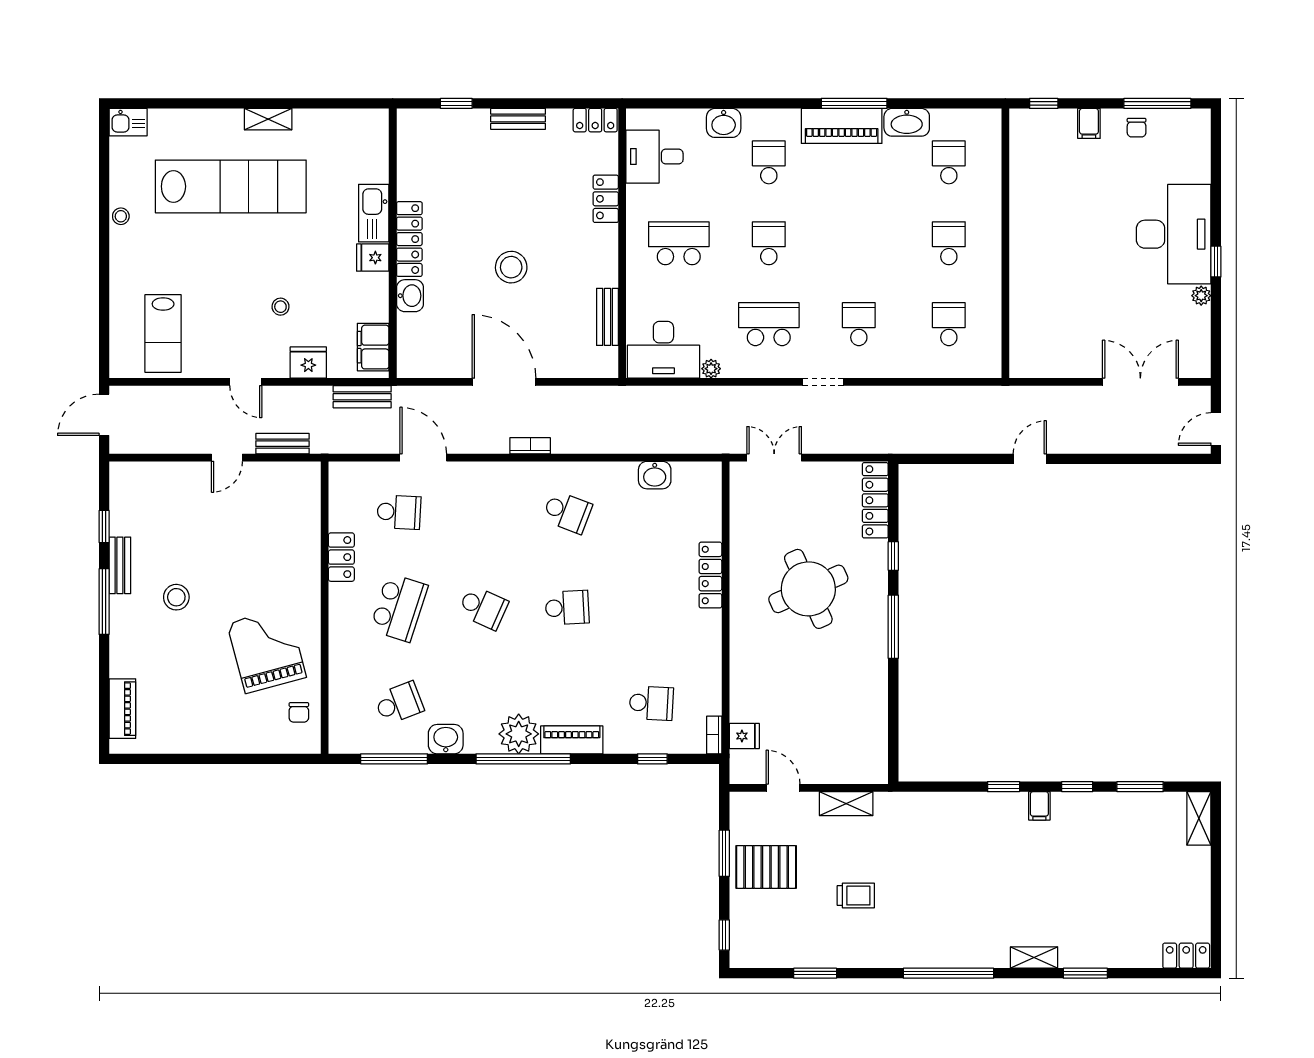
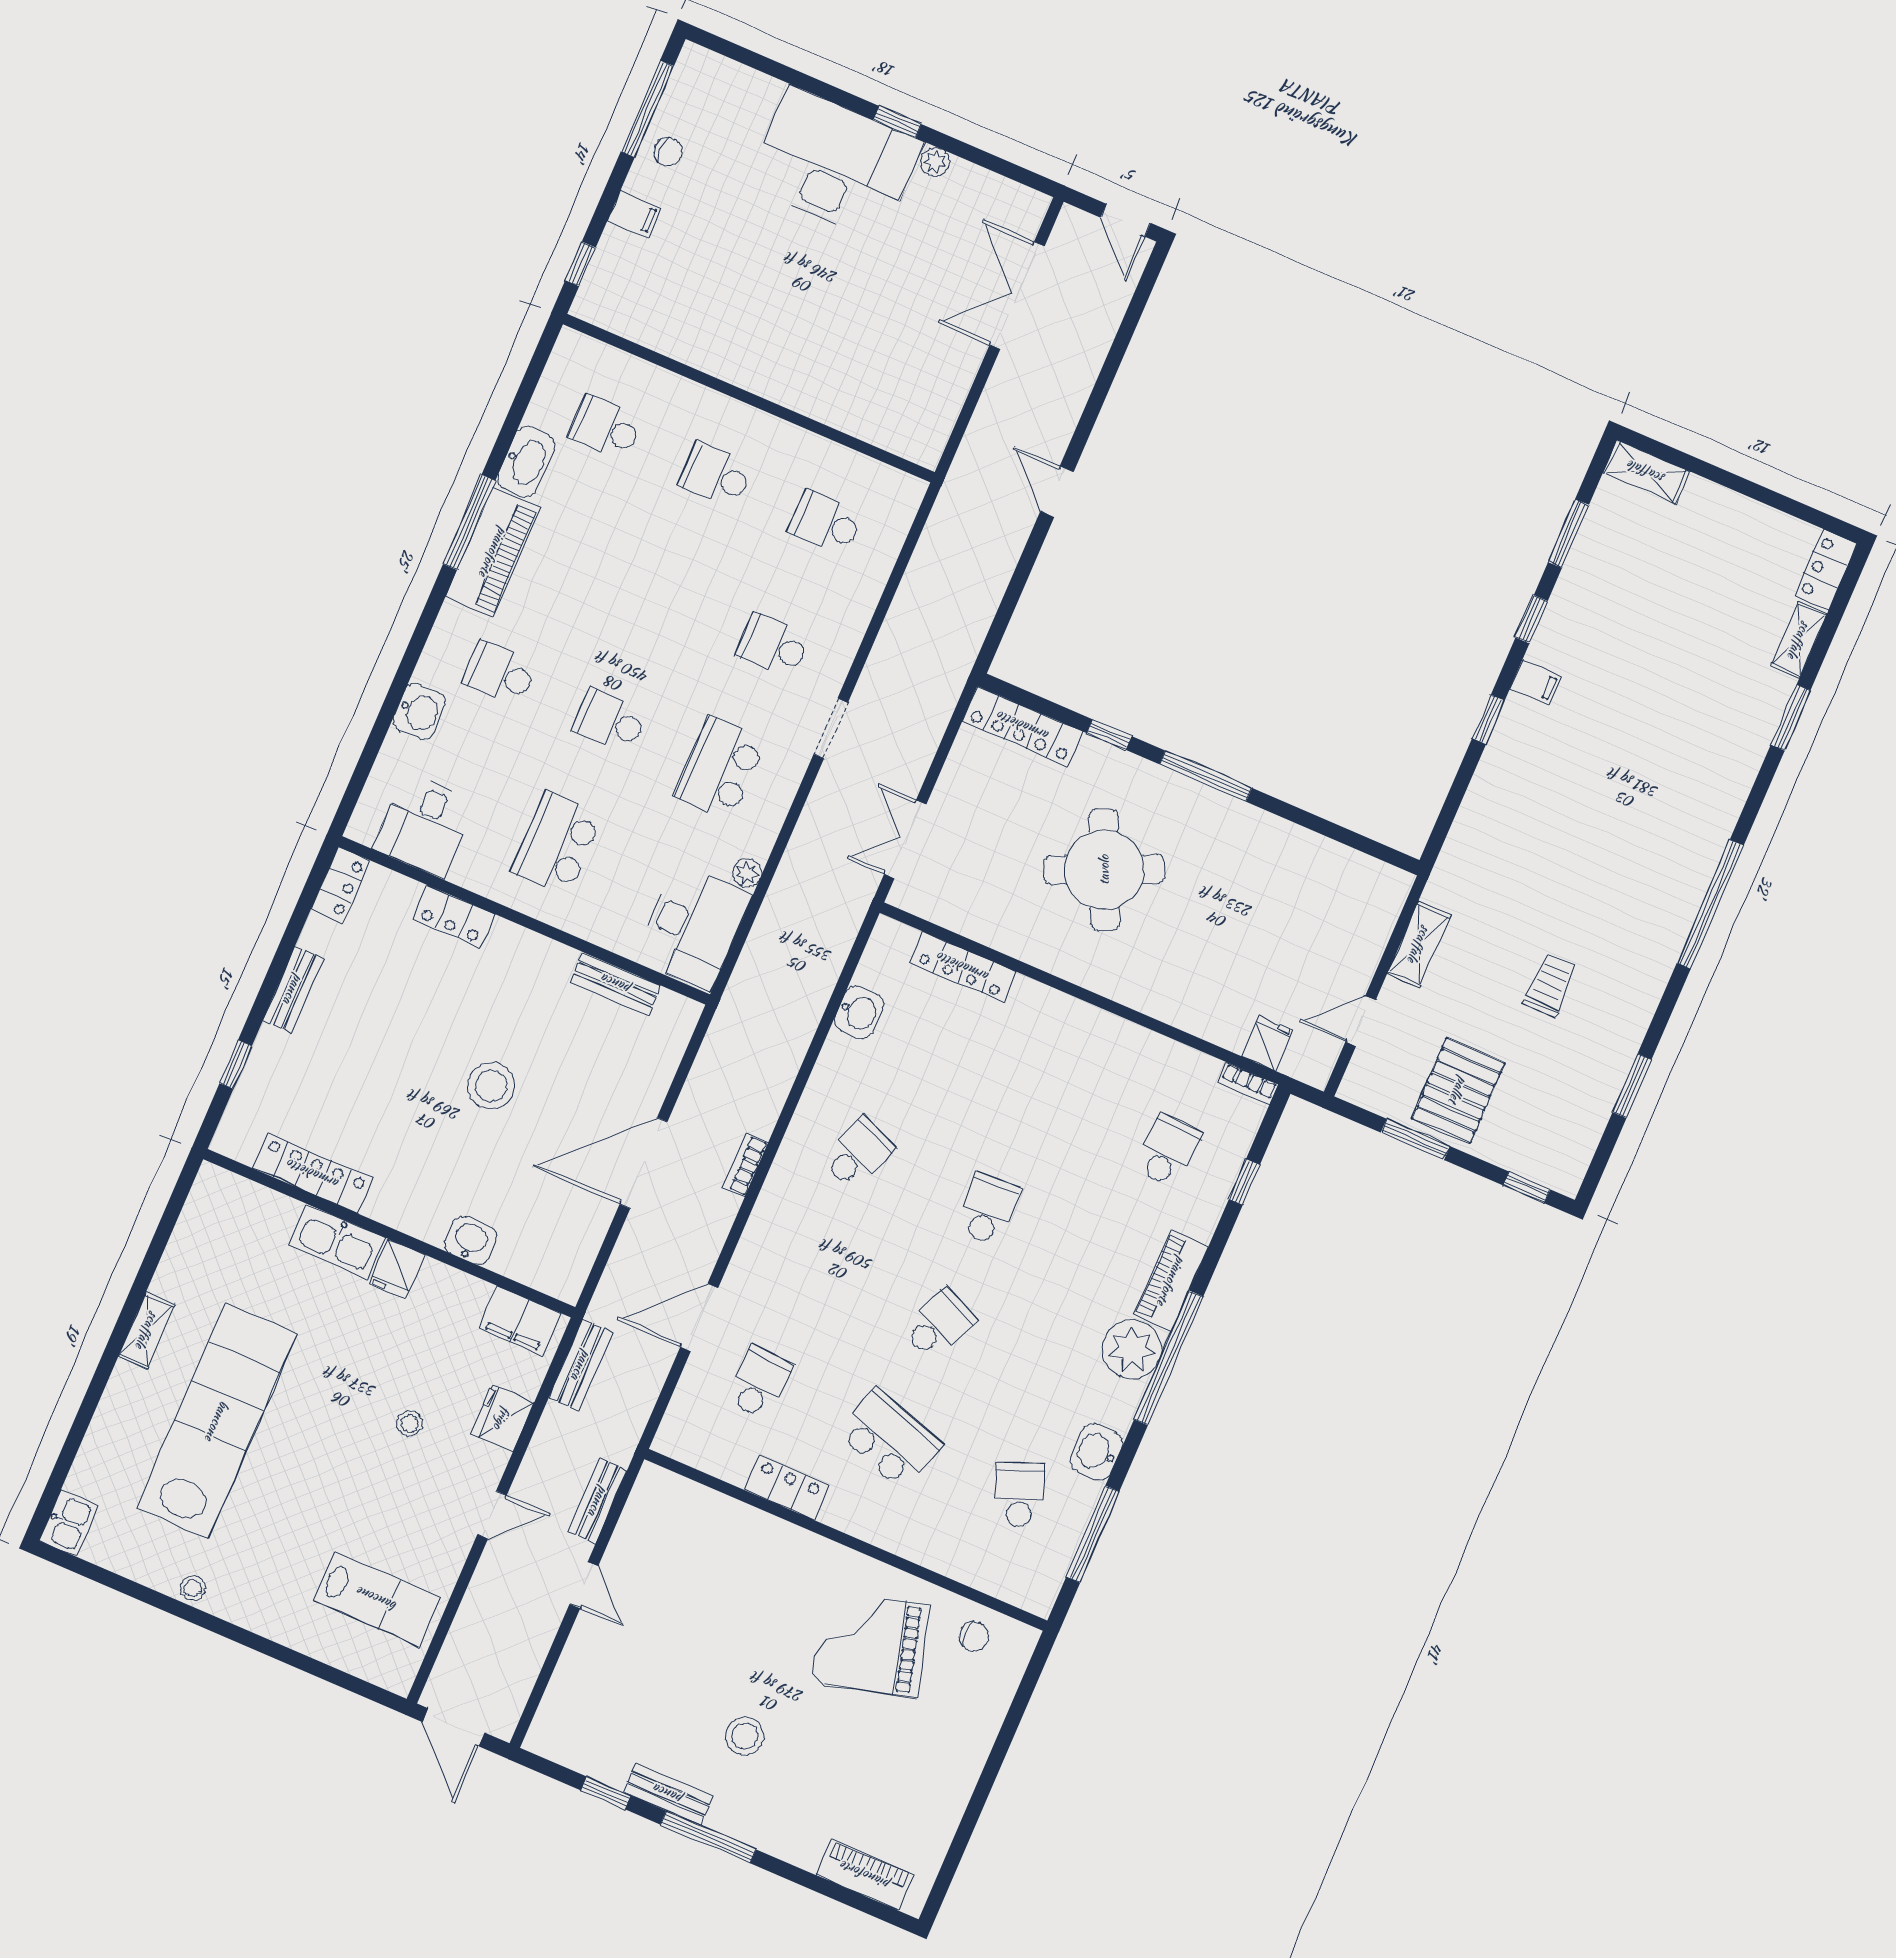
locker: (409, 239) -> (313, 1174), moved
locker: (710, 575) -> (963, 967), moved
shelving: (1034, 957) -> (1799, 640), moved

